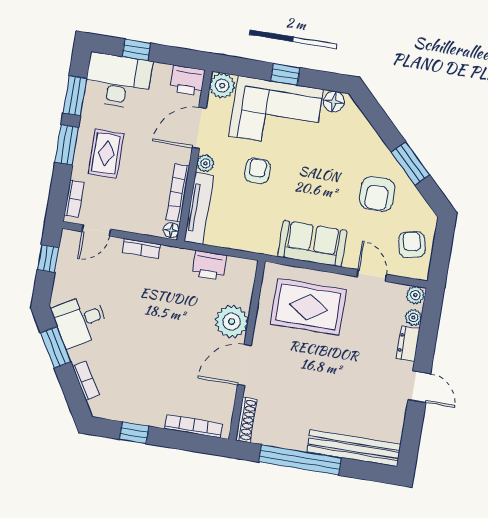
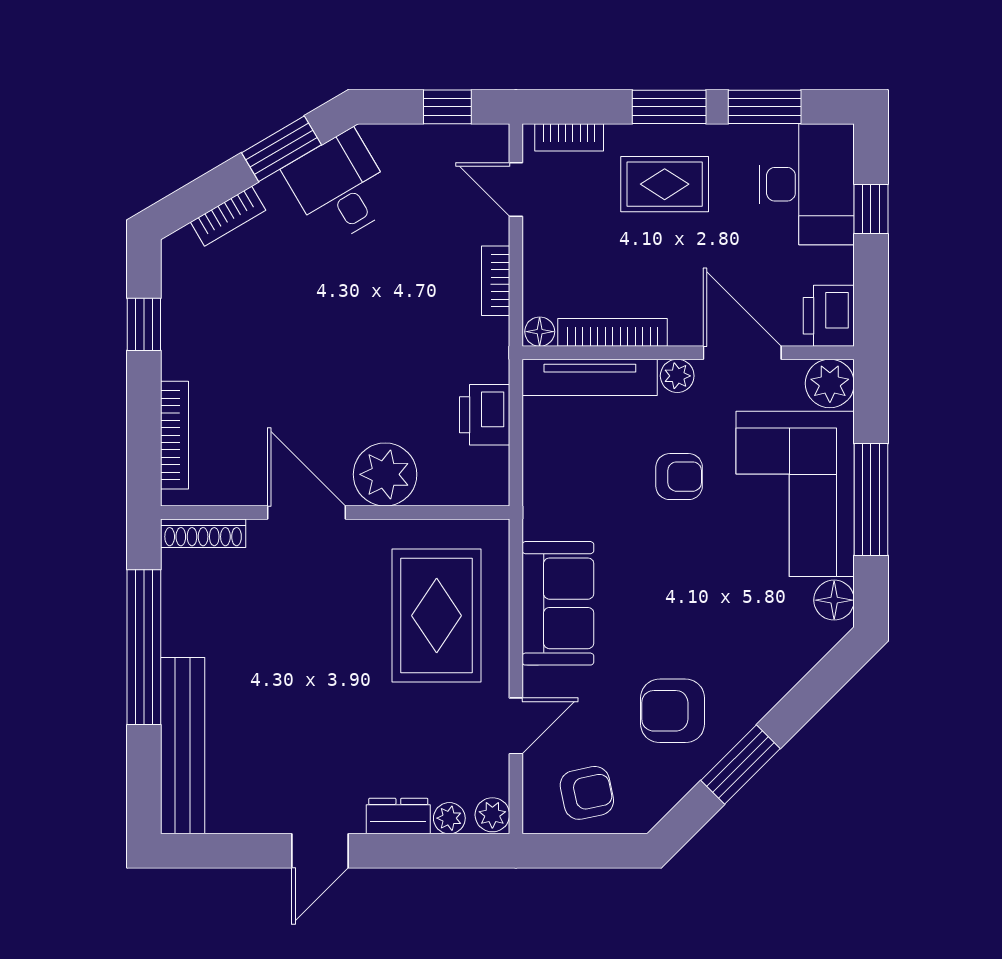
window: (285, 74) -> (871, 499), width x2.17

